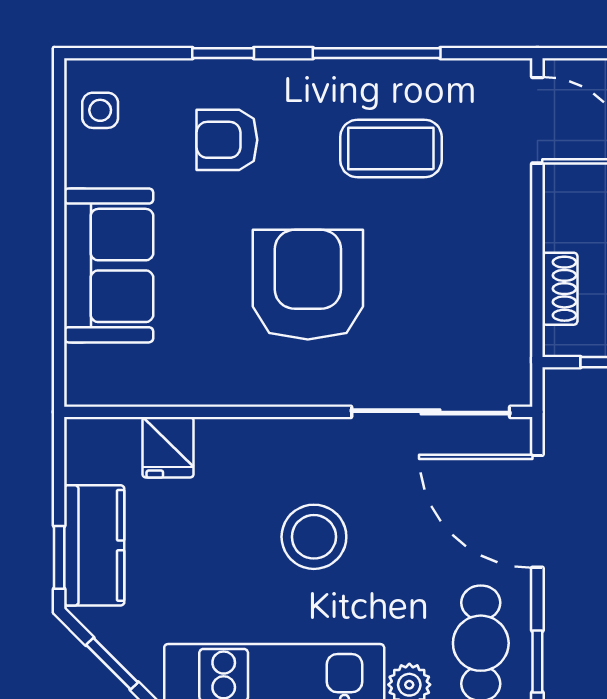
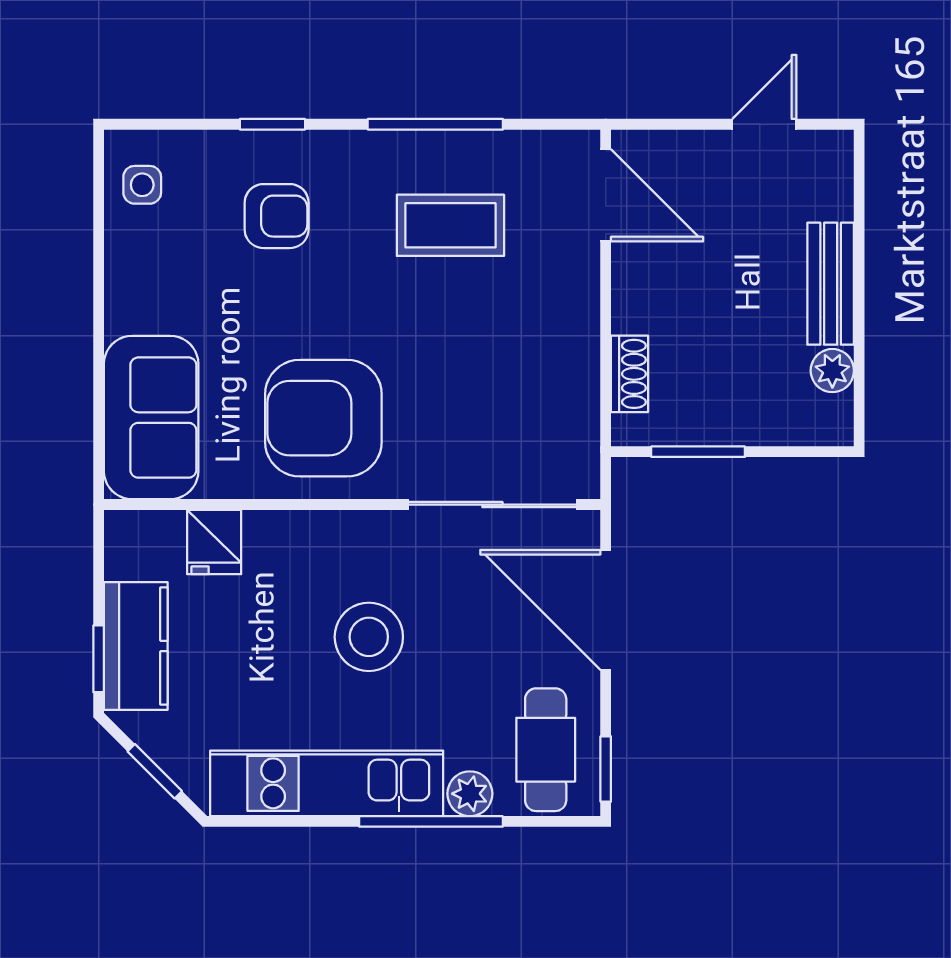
armchair: (227, 140) -> (277, 216), turned 180
sofa: (109, 265) -> (151, 418), moved
armchair: (308, 285) -> (323, 418), moved, turned -90

